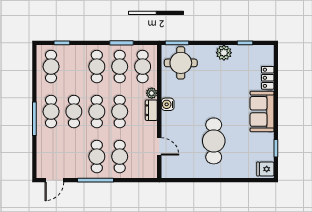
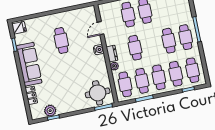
plant: (224, 53) -> (50, 111), moved
water cooler: (168, 104) -> (99, 50), moved
sofa: (262, 111) -> (29, 64), width x1.36
cafe table: (97, 112) -> (176, 74), moved
cafe table: (214, 141) -> (61, 40), width x0.73, depth x0.74
door: (159, 146) -> (101, 28), hinge flipped

